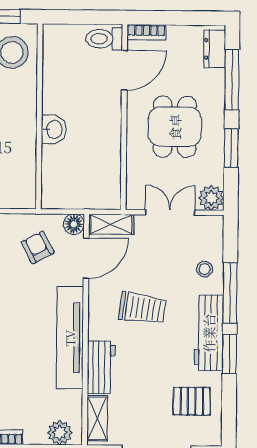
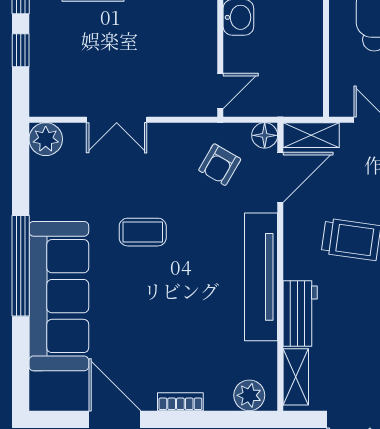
door: (39, 188) -> (220, 91), added
armchair: (38, 247) -> (220, 165), turned -122

